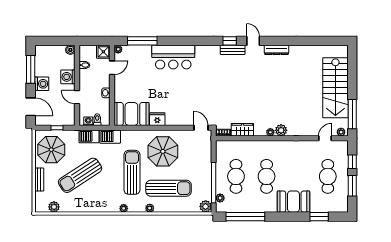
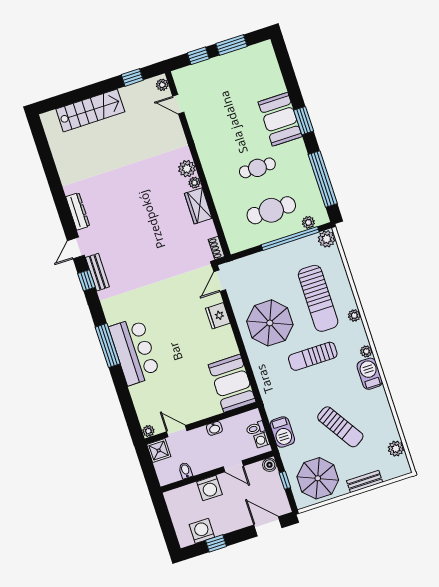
window: (142, 41) -> (108, 345), moved
boiler: (70, 50) -> (269, 465), moved
window: (31, 69) -> (216, 543), width x0.46
washing machine: (42, 84) -> (202, 531), moved
stairs: (335, 88) -> (90, 110), width x0.73, depth x0.66
door: (77, 97) -> (233, 466), hinge flipped
door: (31, 107) -> (268, 526), hinge flipped
window: (352, 114) -> (132, 77), width x0.46
fridge: (157, 119) -> (218, 316), moved
wardrobe: (242, 130) -> (198, 206), moved
barbecue: (110, 137) -> (370, 374), moved, turned 180
sun lounger: (132, 172) -> (313, 356), width x0.73, depth x0.75
sun lounger: (80, 175) -> (340, 427), width x0.73, depth x0.75
cafe table: (267, 176) -> (257, 168), width x0.73, depth x0.74
cafe table: (328, 176) -> (230, 83), removed
sun lounger: (169, 188) -> (318, 298), turned 180
window: (319, 217) -> (304, 121), moved

